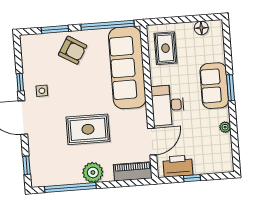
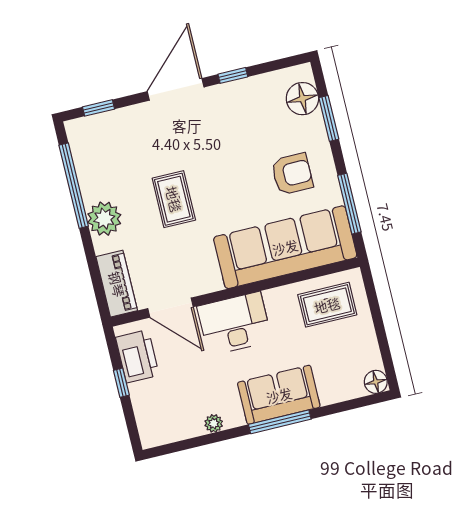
window: (108, 25) -> (349, 204), width x0.68
floor lamp: (201, 28) -> (376, 382), moved
floor lamp: (41, 43) -> (302, 99), added
armchair: (73, 50) -> (292, 174), moved, turned -121
window: (230, 88) -> (280, 422), width x1.44
side table: (42, 91) -> (225, 113), removed
rug: (88, 129) -> (174, 199), width x0.73, depth x0.70

